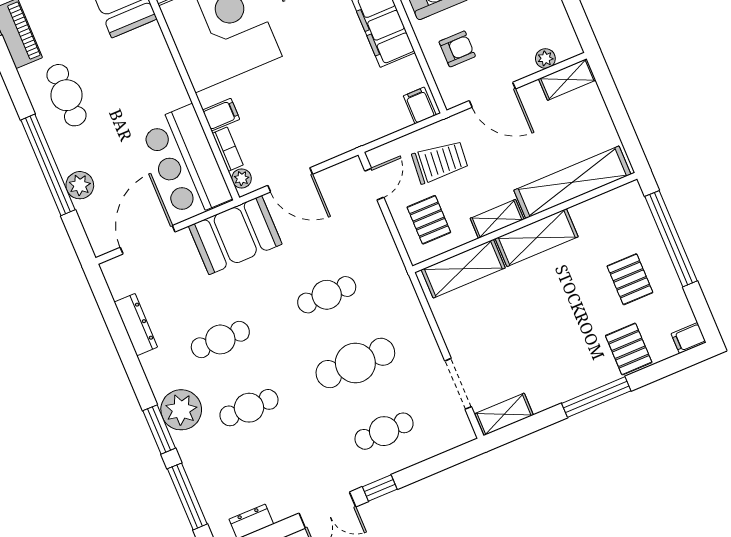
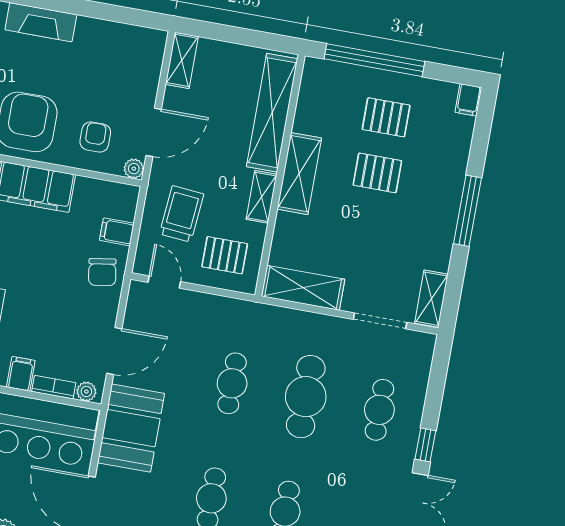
plant: (545, 58) -> (134, 169), moved
filing cabinet: (420, 105) -> (117, 232), moved
chair: (349, 127) -> (102, 272), added
shelving: (463, 269) -> (303, 288), moved, turned 90
pallet: (629, 349) -> (377, 173), moved

